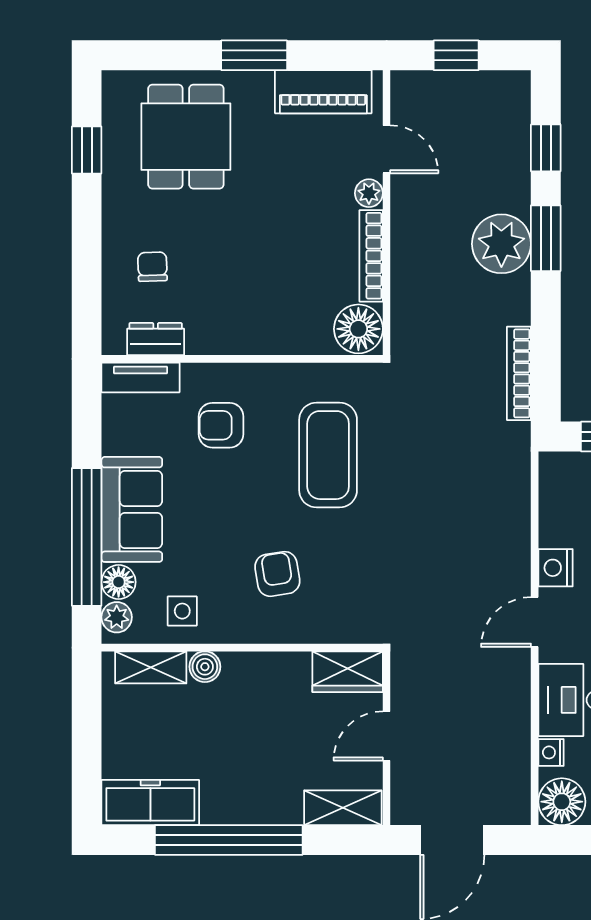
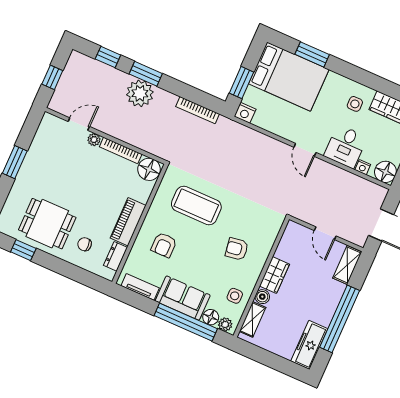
piano: (323, 92) -> (128, 222), moved, turned 180
dining table: (186, 137) -> (47, 224), moved
tv unit: (141, 377) -> (140, 287), moved, turned -90
nightstand: (555, 568) -> (245, 113), moved
wardrobe: (348, 672) -> (274, 275), moved

